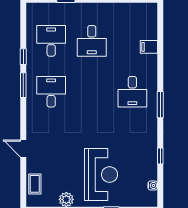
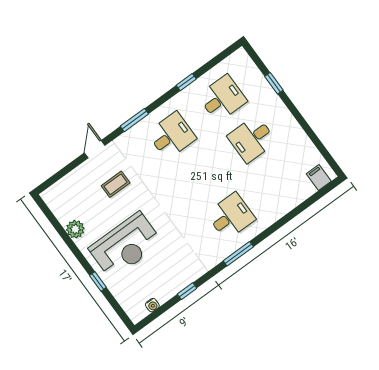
filing cabinet: (149, 47) -> (319, 177), moved
window: (23, 85) -> (134, 120), moved
desk: (132, 92) -> (231, 216), turned 180
coffee table: (35, 184) -> (116, 184), moved

